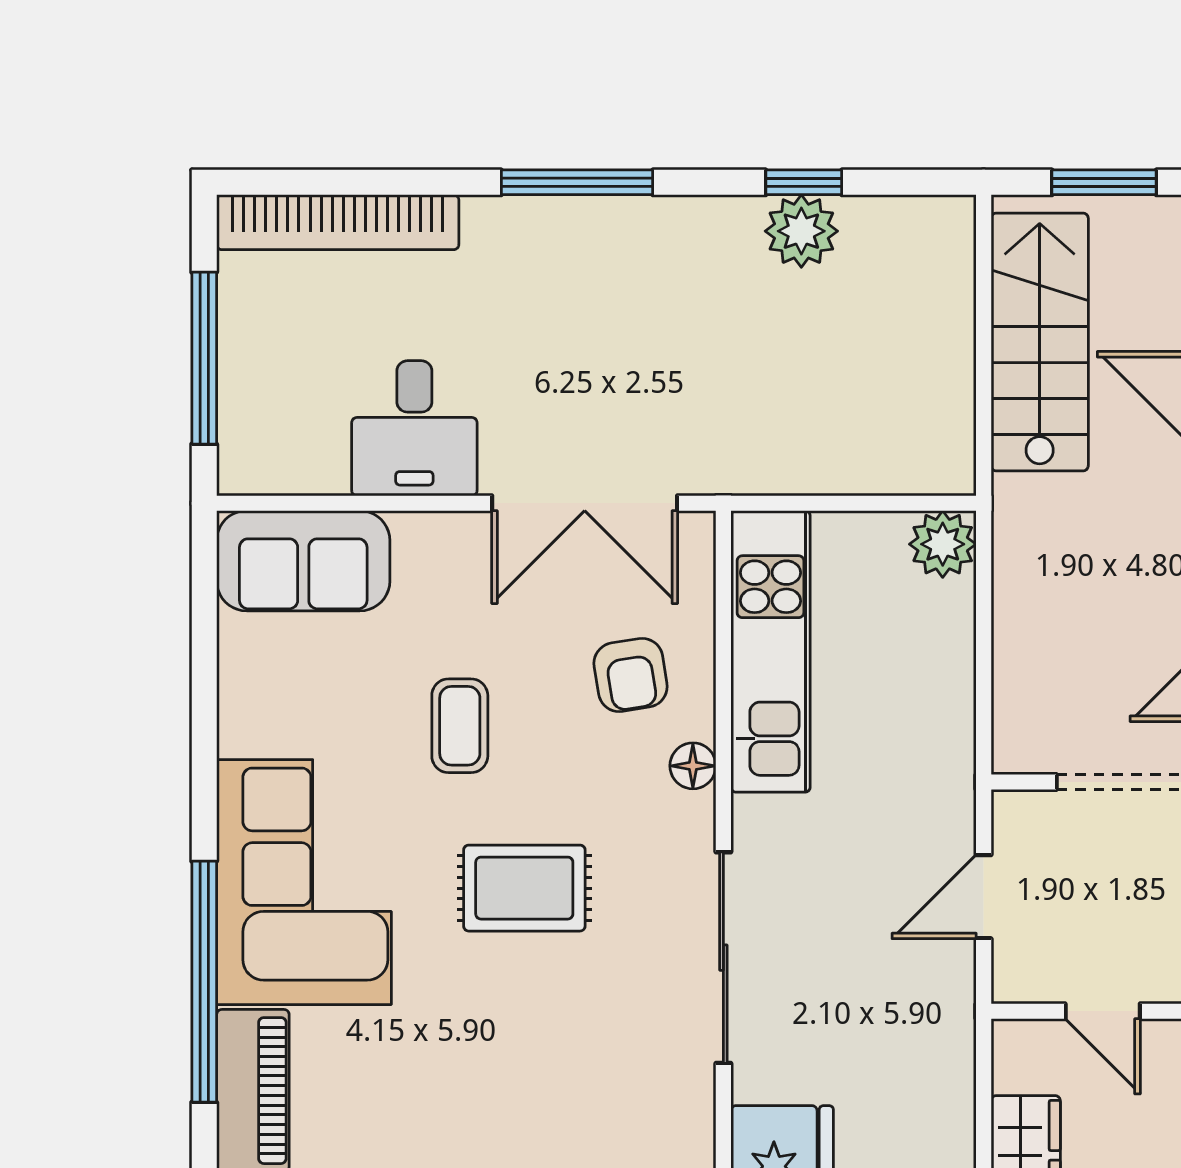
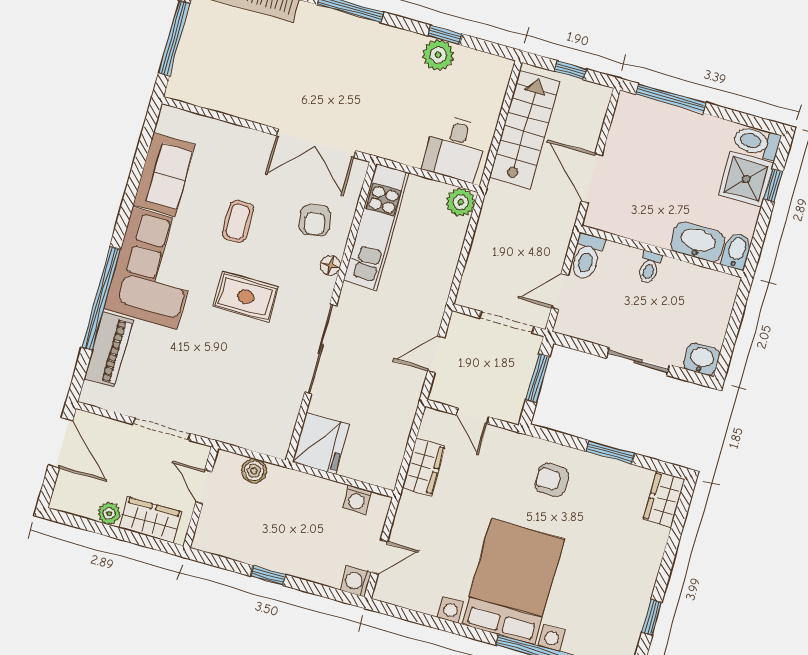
window: (1104, 182) -> (570, 70), width x0.67
desk: (414, 428) -> (455, 148), moved
sofa: (303, 561) -> (164, 175), moved, turned -90

